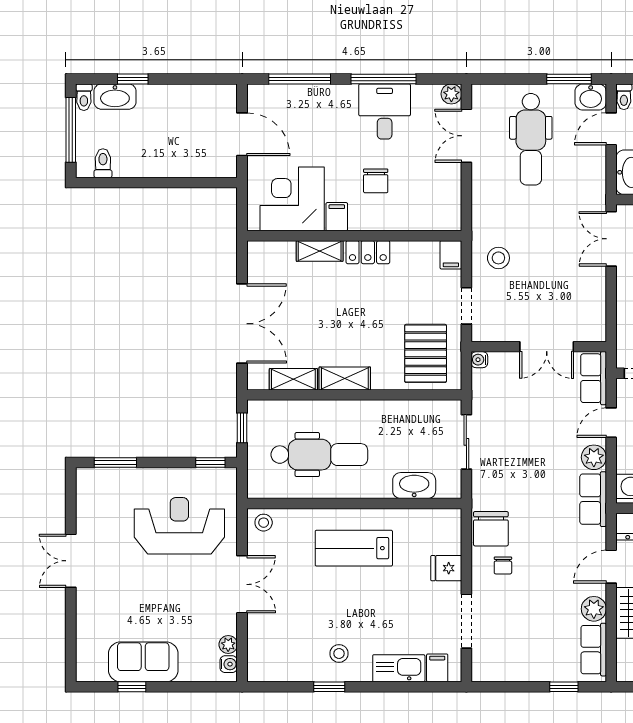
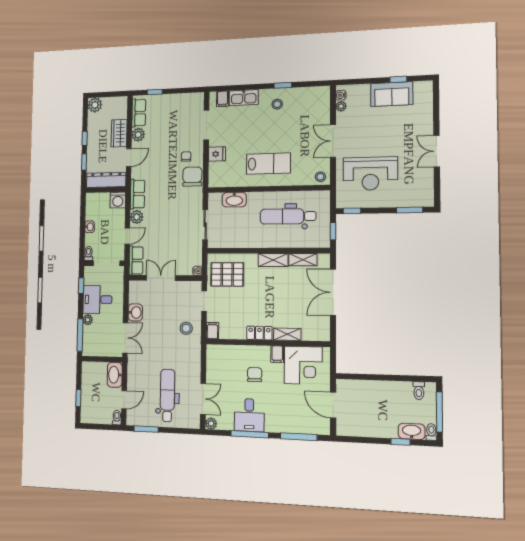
washbasin: (591, 97) -> (135, 312), moved, turned 90
pallet: (426, 353) -> (227, 274), turned 90
double door: (71, 561) -> (437, 151), swing flipped

